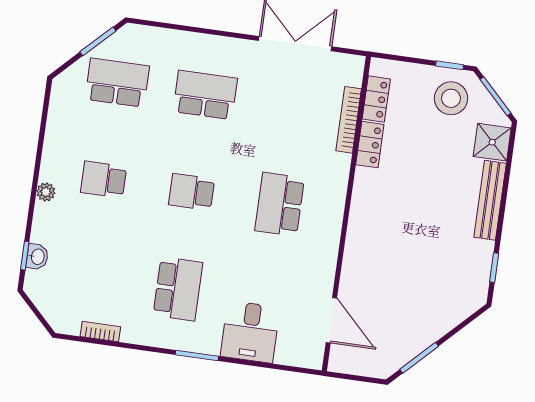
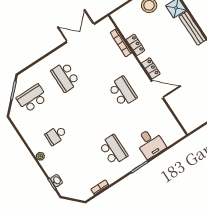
school desk: (205, 95) -> (65, 77), turned -90
locker: (376, 99) -> (151, 68), moved
school desk: (192, 192) -> (89, 113), removed
school desk: (280, 204) -> (123, 92), turned 180
door: (331, 320) -> (157, 89), moved

